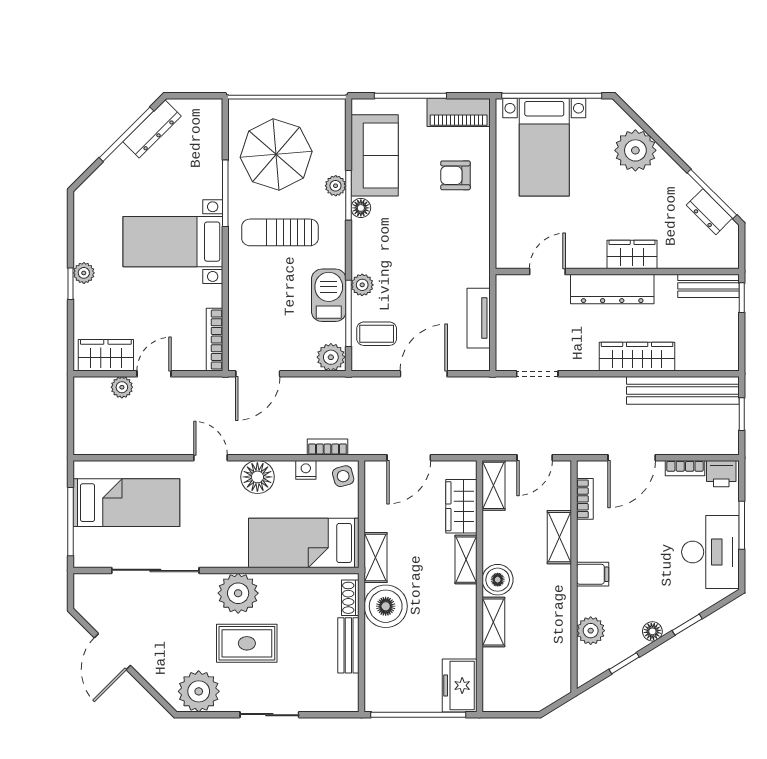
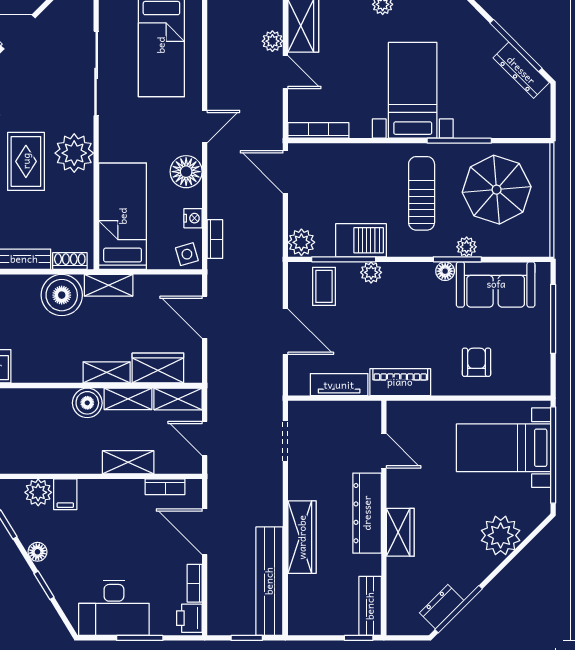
piano: (459, 113) -> (400, 382), moved, turned 90
filing cabinet: (593, 574) -> (65, 494), moved
shelving: (493, 622) -> (128, 399), moved

